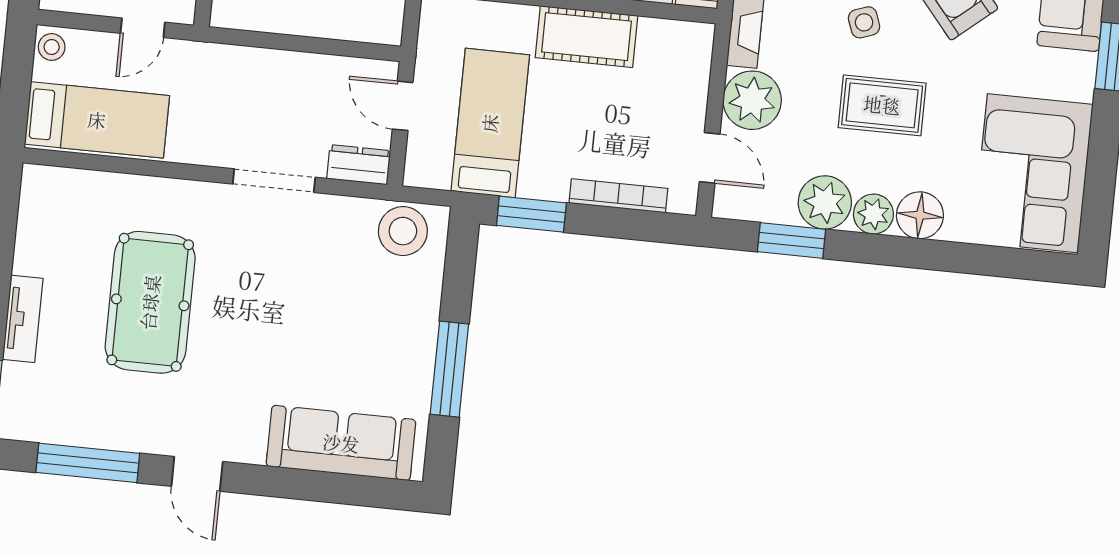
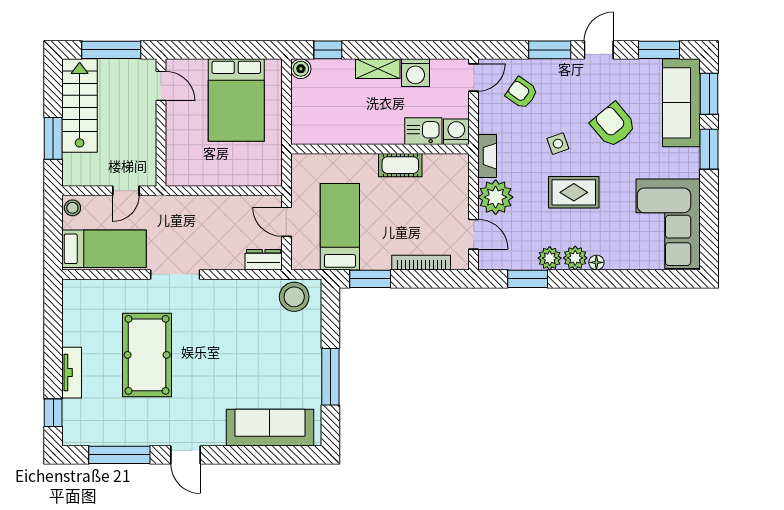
cot: (586, 37) -> (400, 165), width x0.73, depth x0.75
doorway: (274, 181) -> (175, 274), moved
plant: (825, 202) -> (550, 258), width x0.73, depth x0.73
floor lamp: (920, 215) -> (596, 262), width x0.53, depth x0.53

